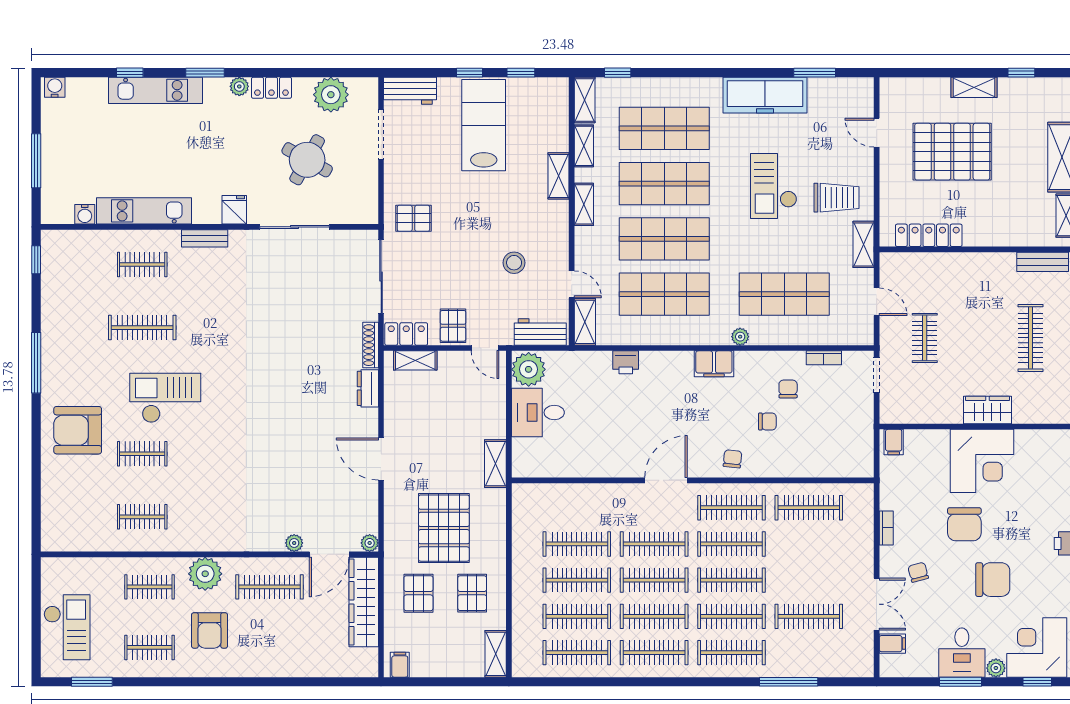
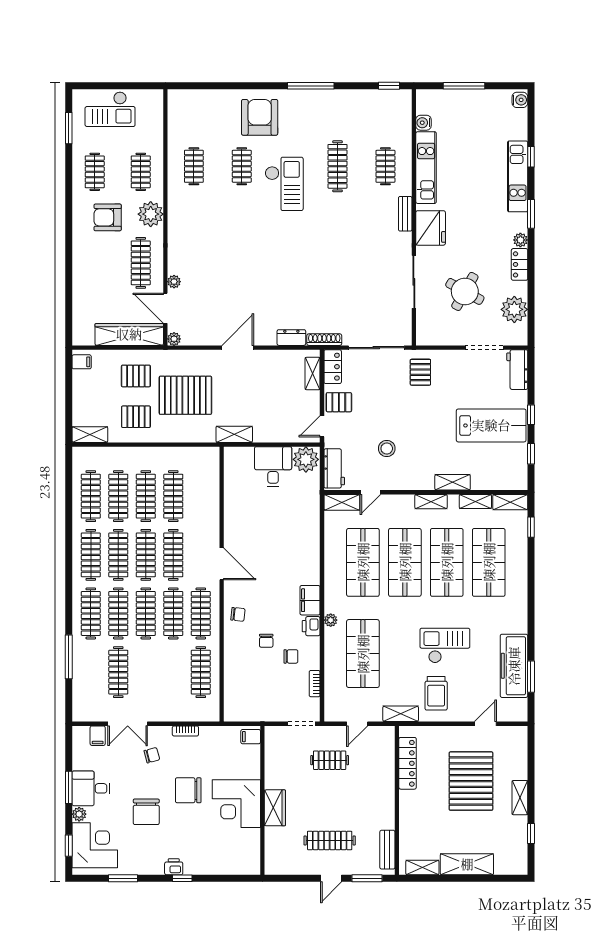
freezer: (765, 95) -> (514, 666), moved
fridge: (234, 210) -> (431, 228), width x1.88, depth x1.34
printer: (626, 362) -> (311, 626), moved

